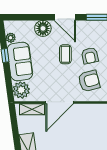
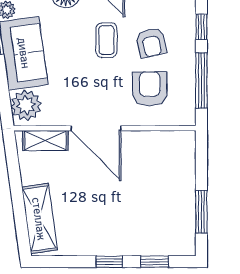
armchair: (89, 81) -> (150, 89), turned -75
door: (60, 102) -> (96, 128), hinge flipped

